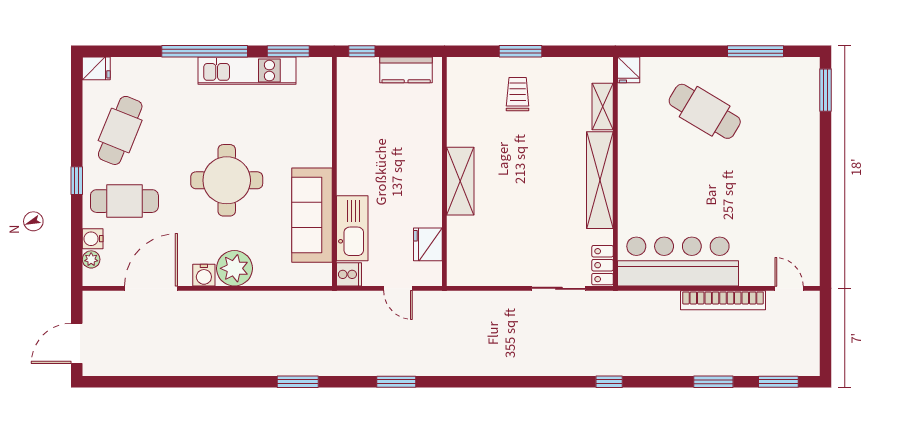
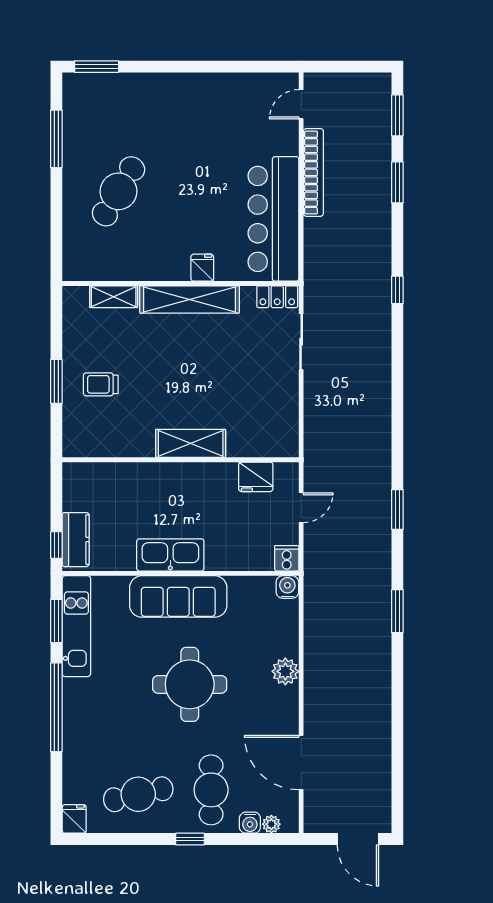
kitchen counter: (406, 70) -> (76, 540), moved
fridge: (629, 70) -> (202, 268), moved, turned -90
kitchen unit: (247, 71) -> (76, 626), moved
cafe table: (120, 130) -> (138, 794), turned -35
sofa: (312, 215) -> (178, 596), moved
kitchen sink: (352, 228) -> (170, 555), moved
plant: (234, 268) -> (285, 671), width x0.73, depth x0.73
water cooler: (204, 275) -> (287, 587), moved, turned -90

